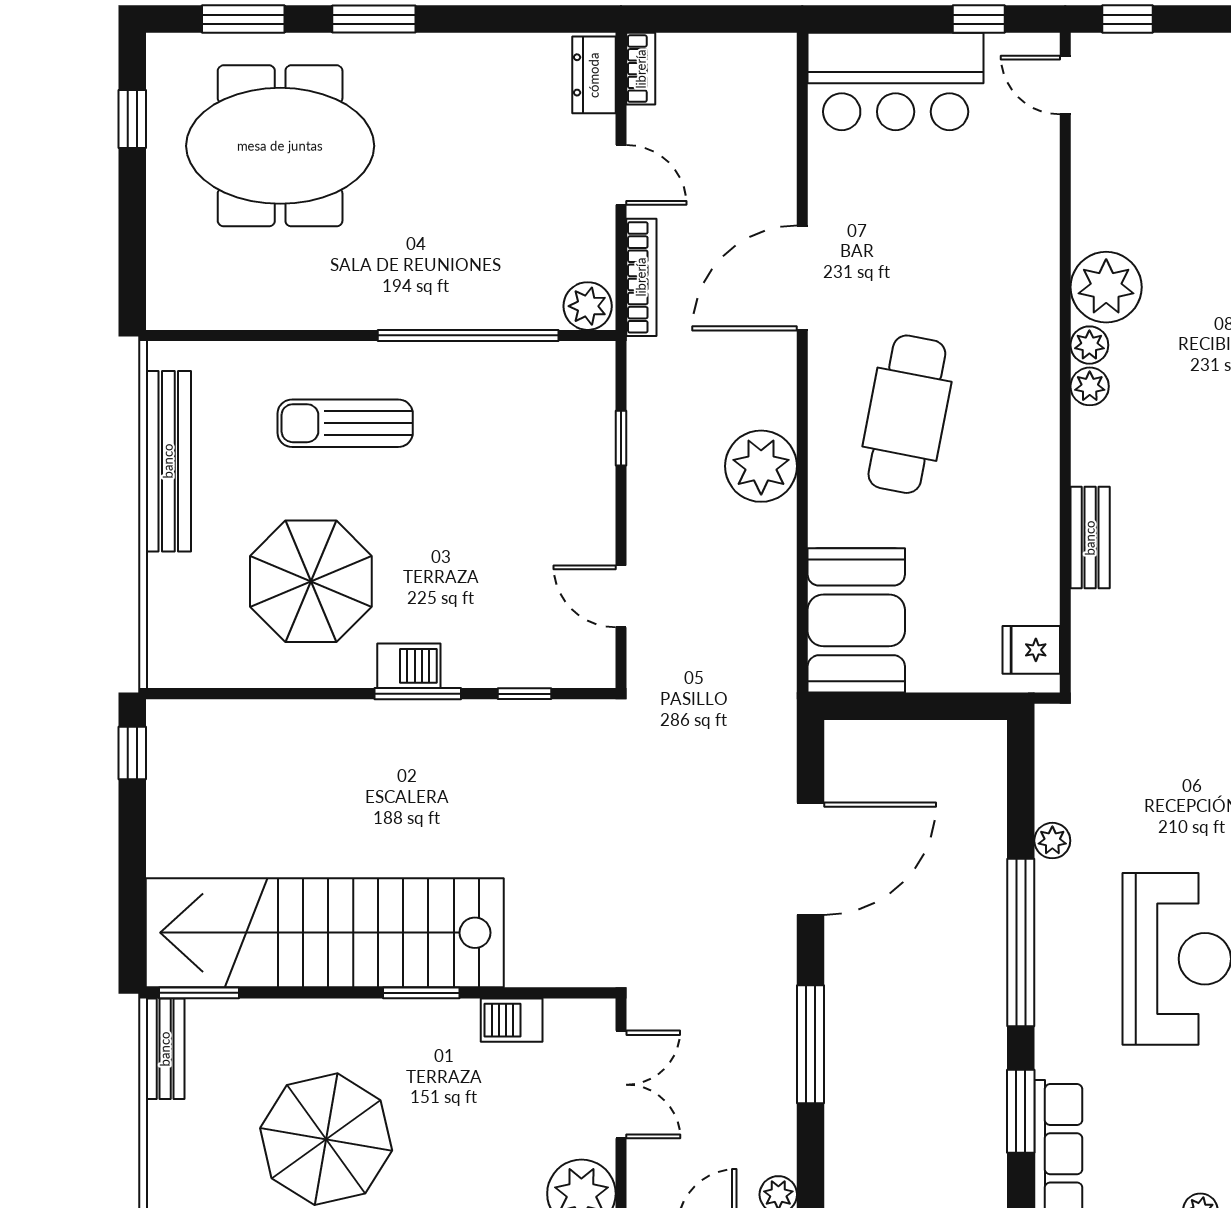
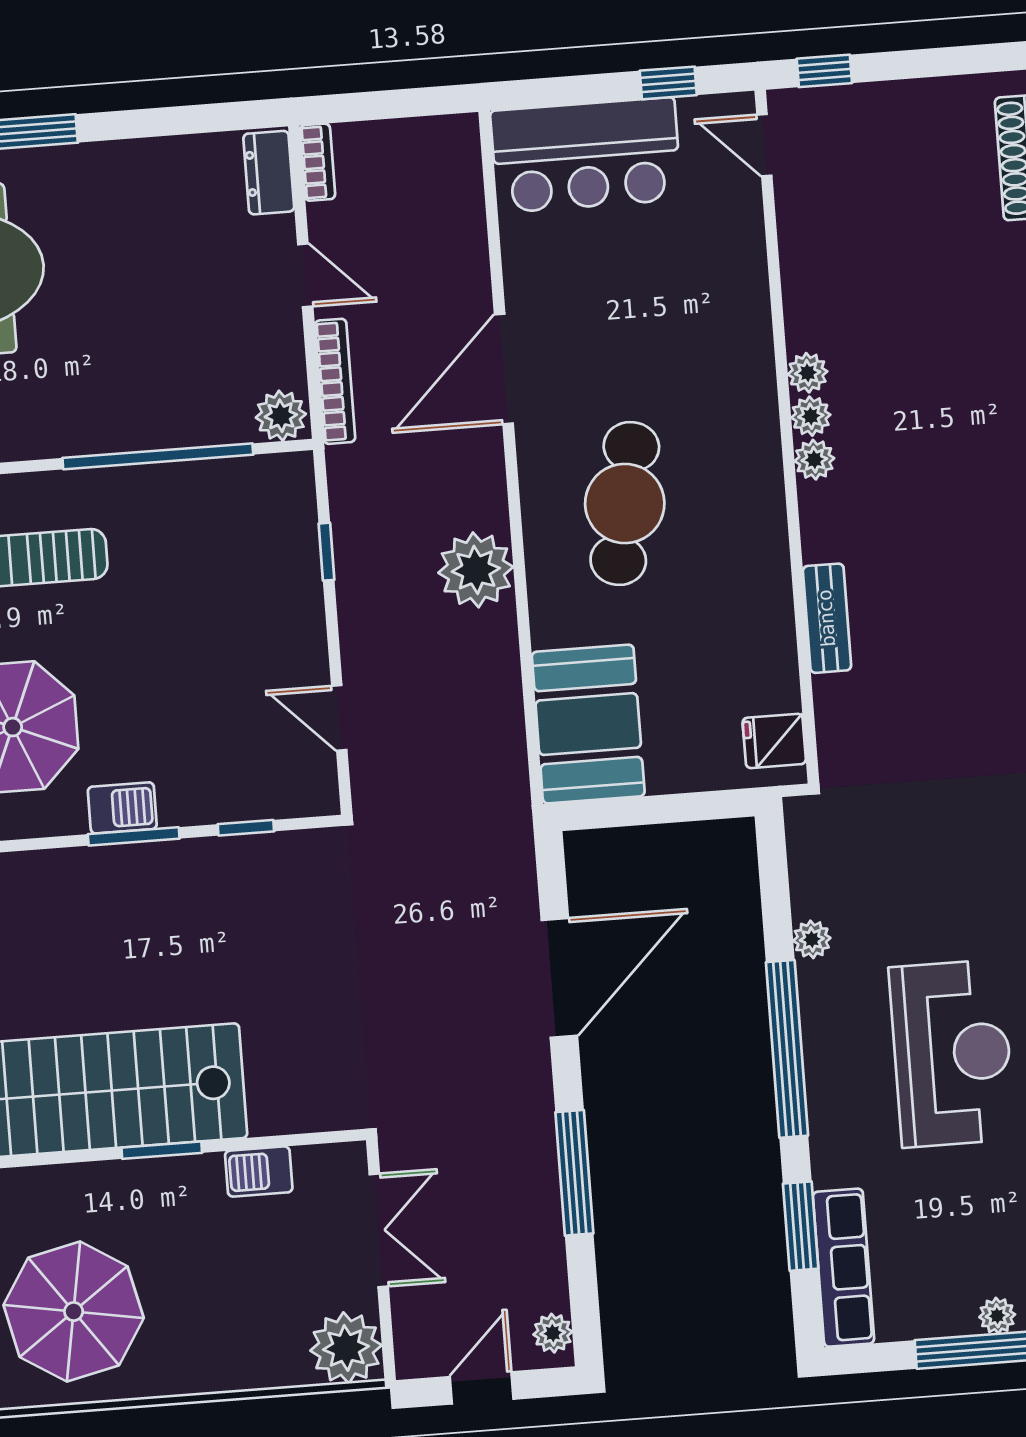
plant: (1106, 287) -> (808, 373), width x0.53, depth x0.53

